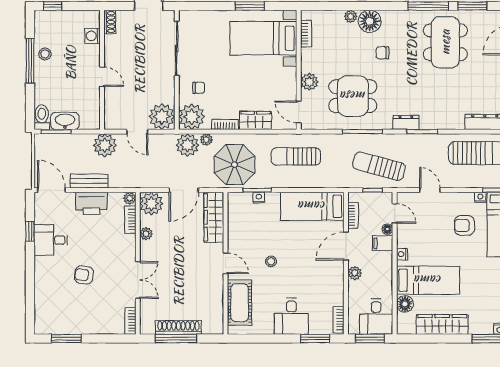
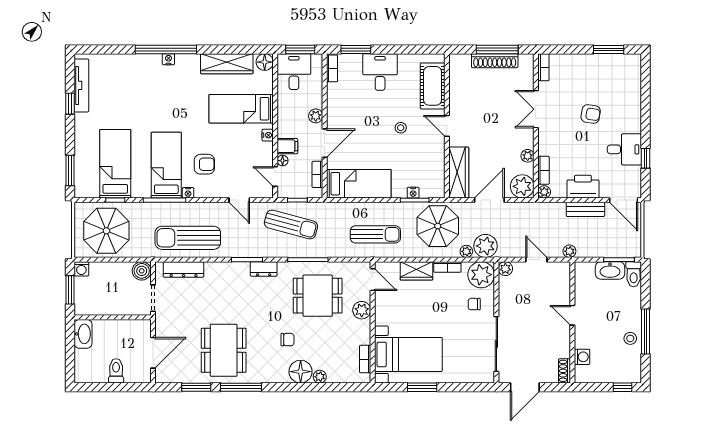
plant: (162, 117) -> (505, 269), width x0.53, depth x0.53
plant: (105, 145) -> (569, 251), width x0.53, depth x0.53
floor lamp: (405, 304) -> (265, 62), moved

